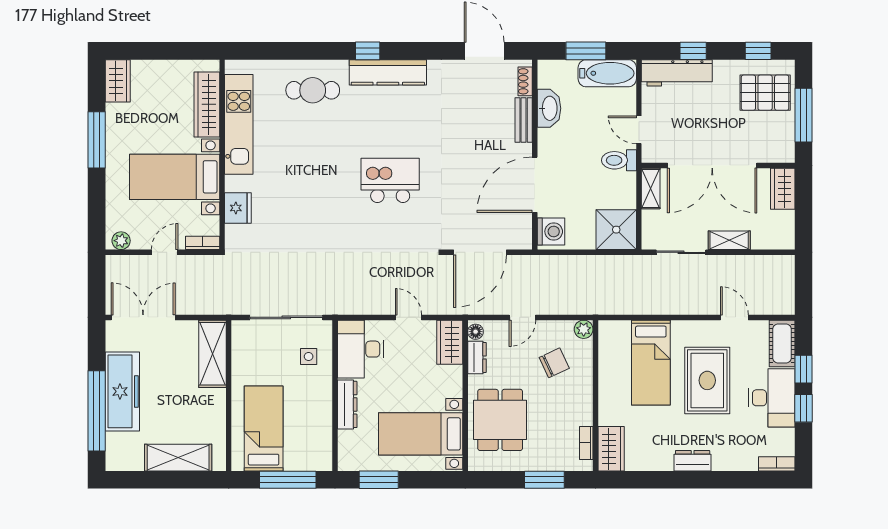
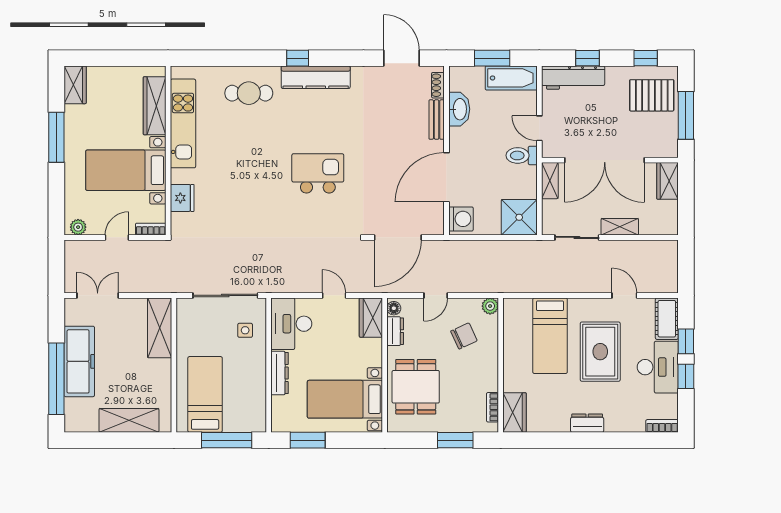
double door: (143, 317) -> (98, 295), width x0.73

